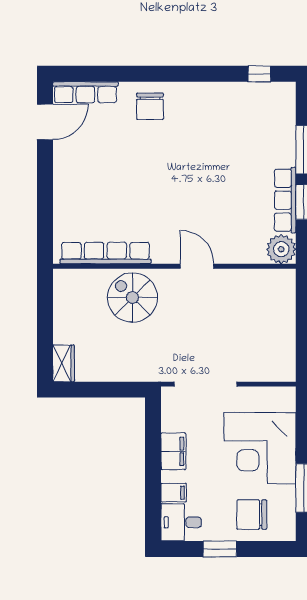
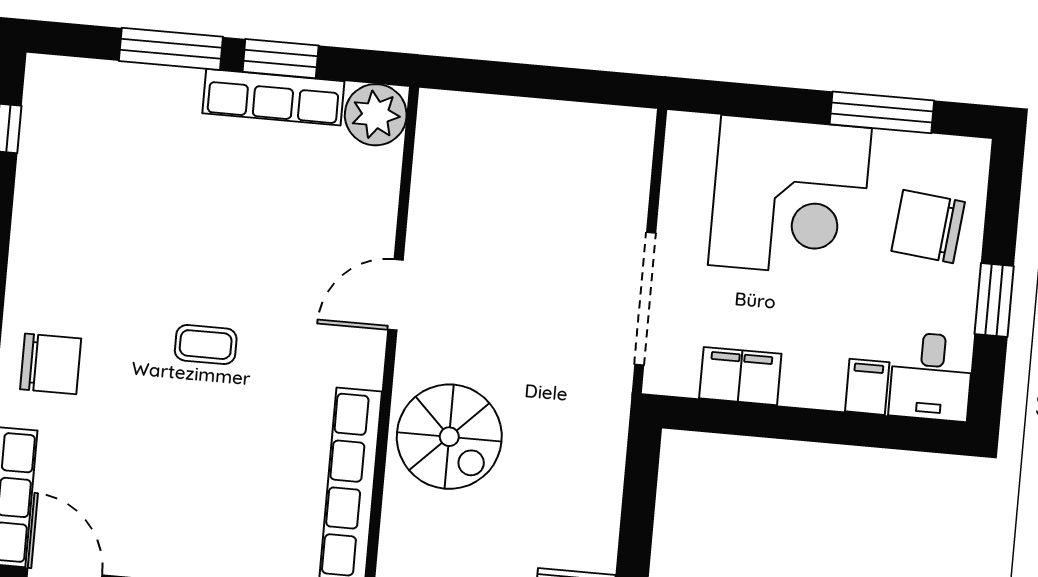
coffee table: (166, 179) -> (206, 345), added
spiral stairs: (132, 297) -> (449, 437), turned -90
filing cabinet: (173, 451) -> (740, 376), moved
chair: (252, 515) -> (928, 227), turned 96

